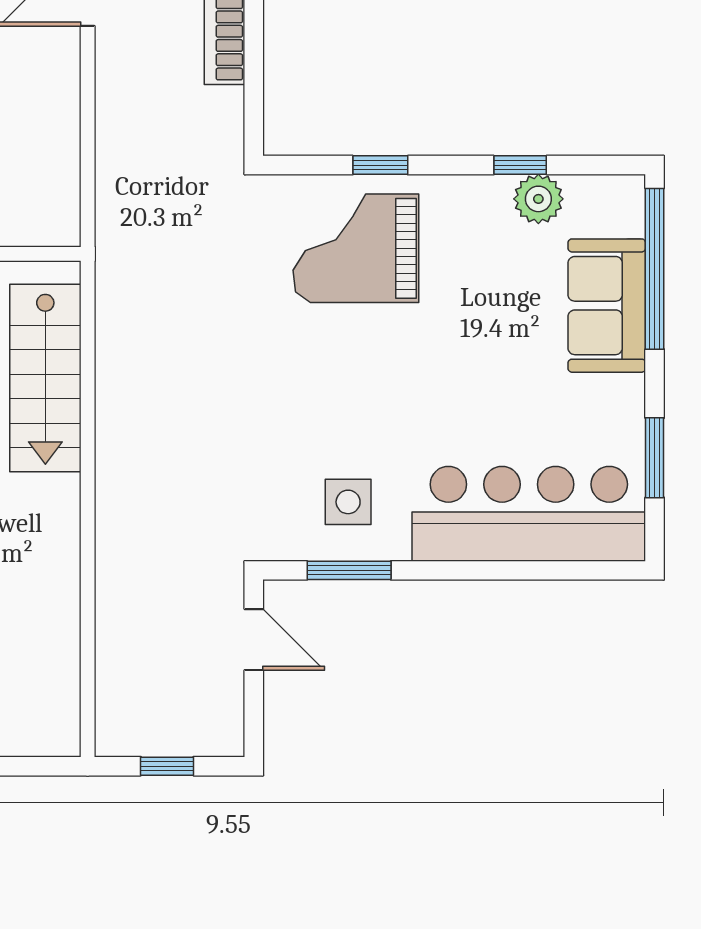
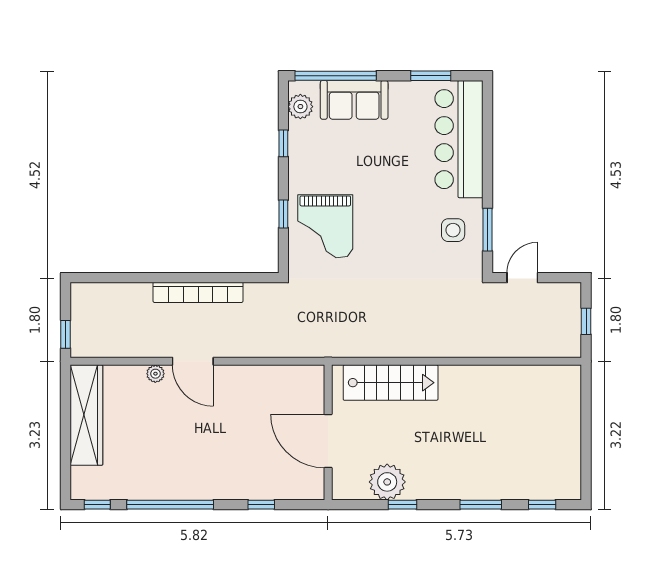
plant: (538, 199) -> (300, 107), moved

